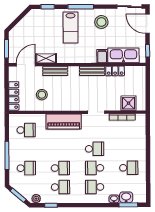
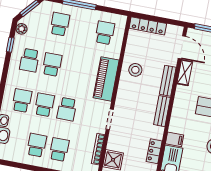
bench: (92, 71) -> (162, 111), moved
stool: (42, 95) -> (135, 70), moved
school desk: (26, 130) -> (105, 33), turned 180
school desk: (129, 149) -> (59, 149), added
school desk: (26, 168) -> (60, 24), turned 180
school desk: (60, 168) -> (52, 64), turned 180
school desk: (129, 168) -> (37, 145), turned 180

